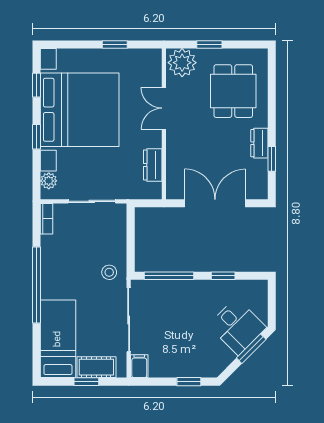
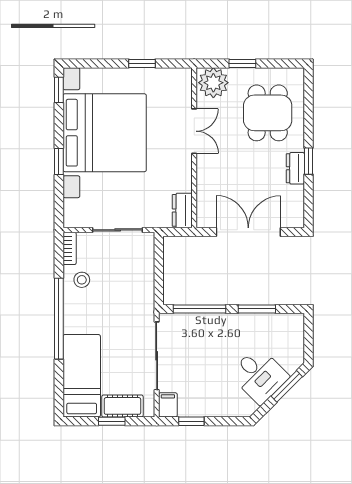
window: (37, 85) -> (59, 90), moved
double door: (164, 108) -> (194, 131), swing flipped
window: (272, 159) -> (308, 161), moved
dresser: (153, 165) -> (182, 210), moved
plant: (49, 181) -> (72, 208), removed
stool: (109, 272) -> (82, 280), moved
window: (223, 276) -> (257, 309), width x1.50
desk: (237, 326) -> (259, 375), moved
window: (189, 382) -> (191, 421), moved

